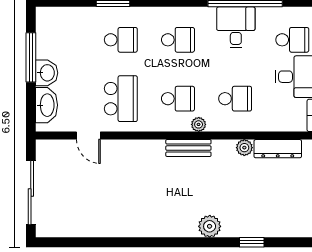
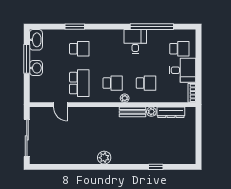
desk: (236, 27) -> (135, 41), moved
school desk: (178, 40) -> (113, 49), removed
washbasin: (47, 105) -> (36, 40), moved
bench: (188, 148) -> (133, 112), moved
plant: (210, 226) -> (104, 158), moved

